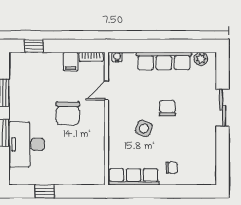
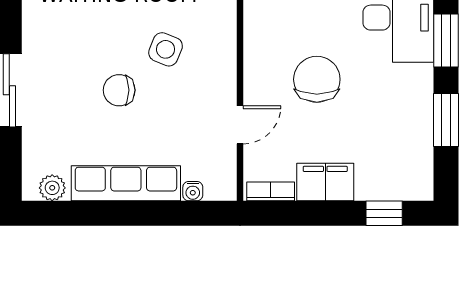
water cooler: (117, 57) -> (193, 191), moved
filing cabinet: (71, 62) -> (325, 182), width x2.00
chair: (167, 108) -> (119, 90), turned 90

